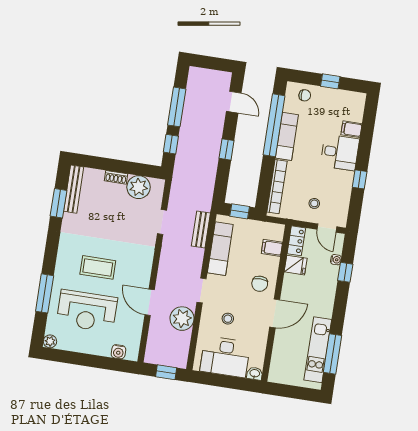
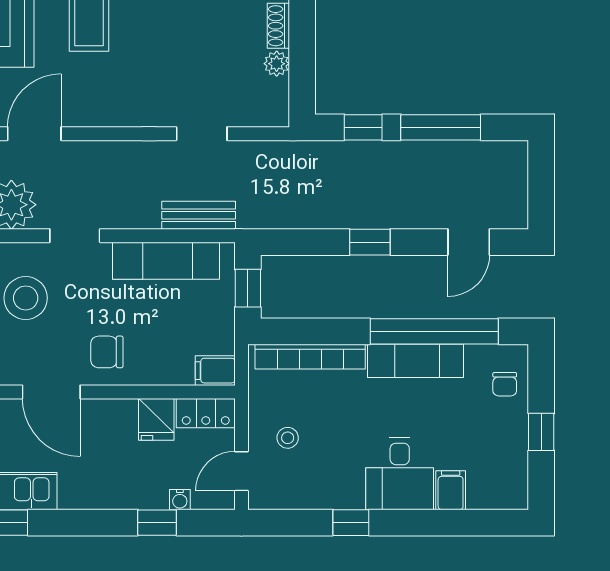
plant: (139, 187) -> (277, 64), width x0.53, depth x0.53
filing cabinet: (272, 248) -> (215, 371), moved, turned -90
stool: (228, 319) -> (26, 298), width x1.89, depth x1.89

